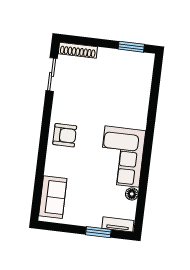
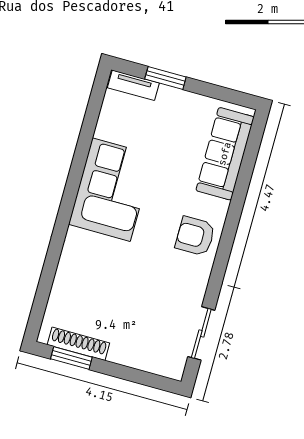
shoe rack: (78, 50) -> (78, 344), moved
floor lamp: (132, 194) -> (105, 129), removed
sofa: (53, 197) -> (225, 154), width x1.36

